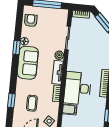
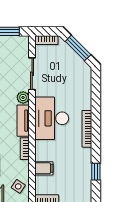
desk: (78, 88) -> (52, 118), moved

